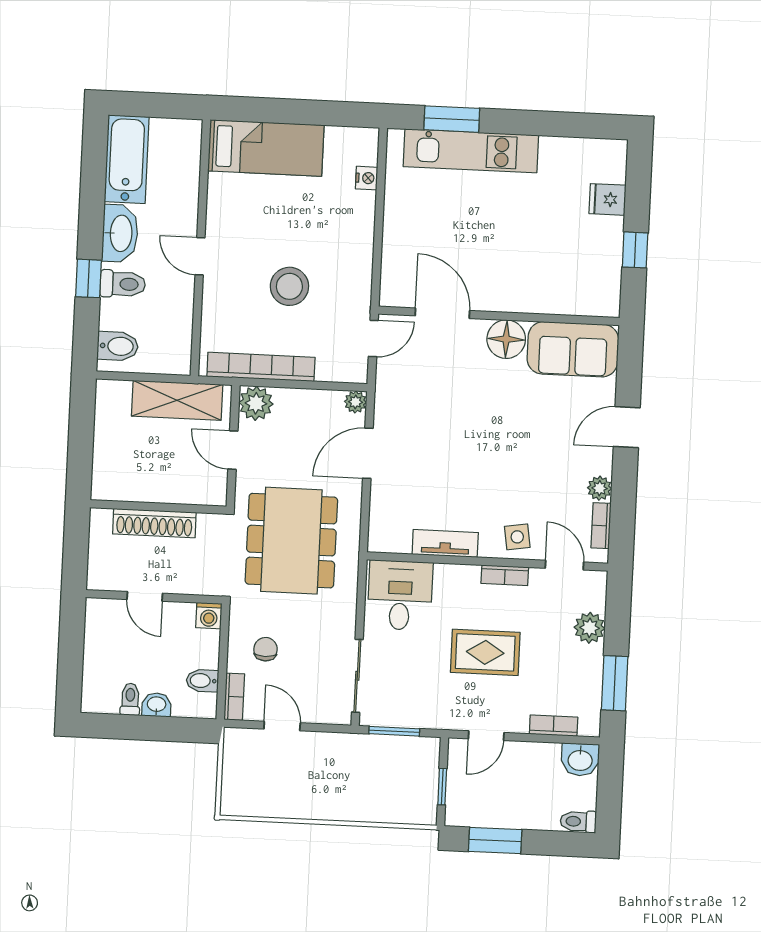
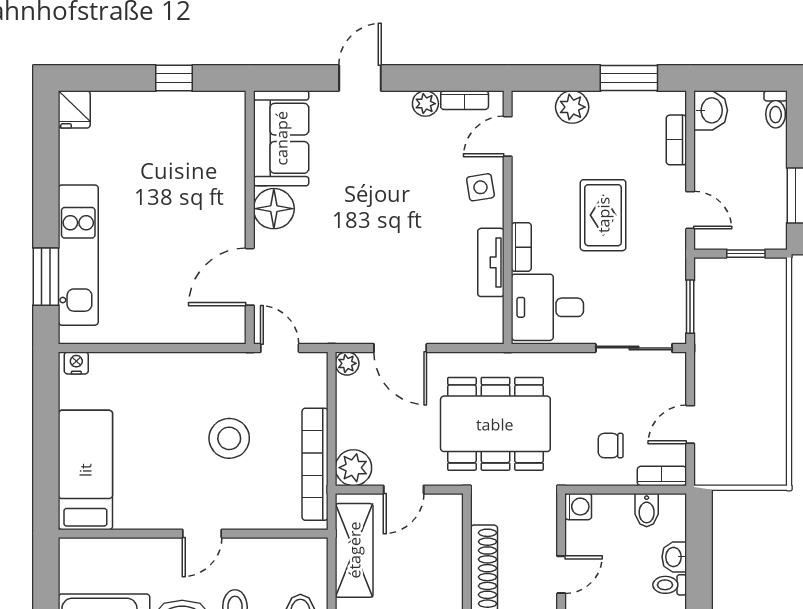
nightstand: (367, 178) -> (76, 363), moved
fridge: (607, 199) -> (74, 109), moved
door: (627, 427) -> (360, 78), swing flipped
bookcase: (505, 575) -> (521, 247), moved

